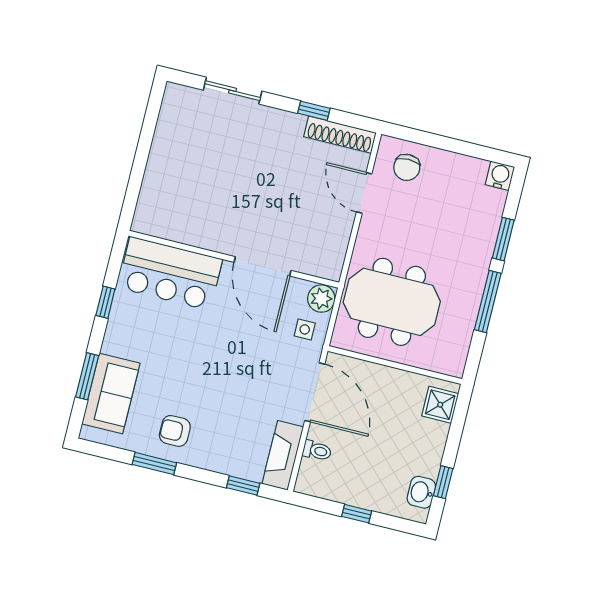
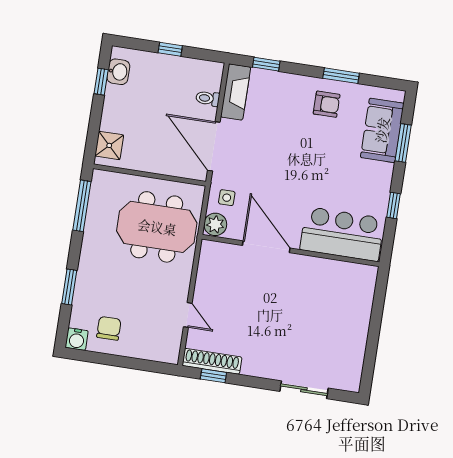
window: (314, 111) -> (213, 376), moved
chair: (407, 167) -> (109, 328), moved
door: (364, 193) -> (188, 315), width x0.73
window: (488, 301) -> (82, 206), moved

